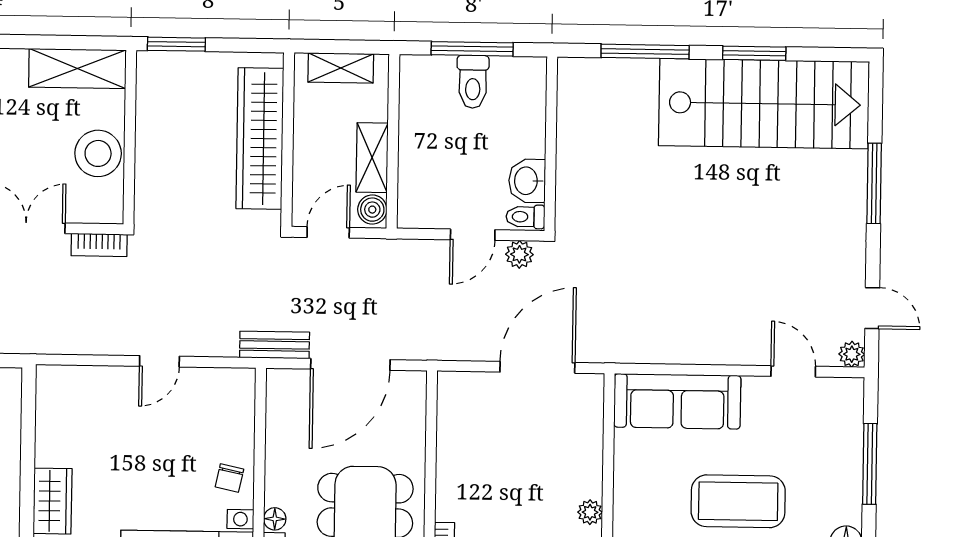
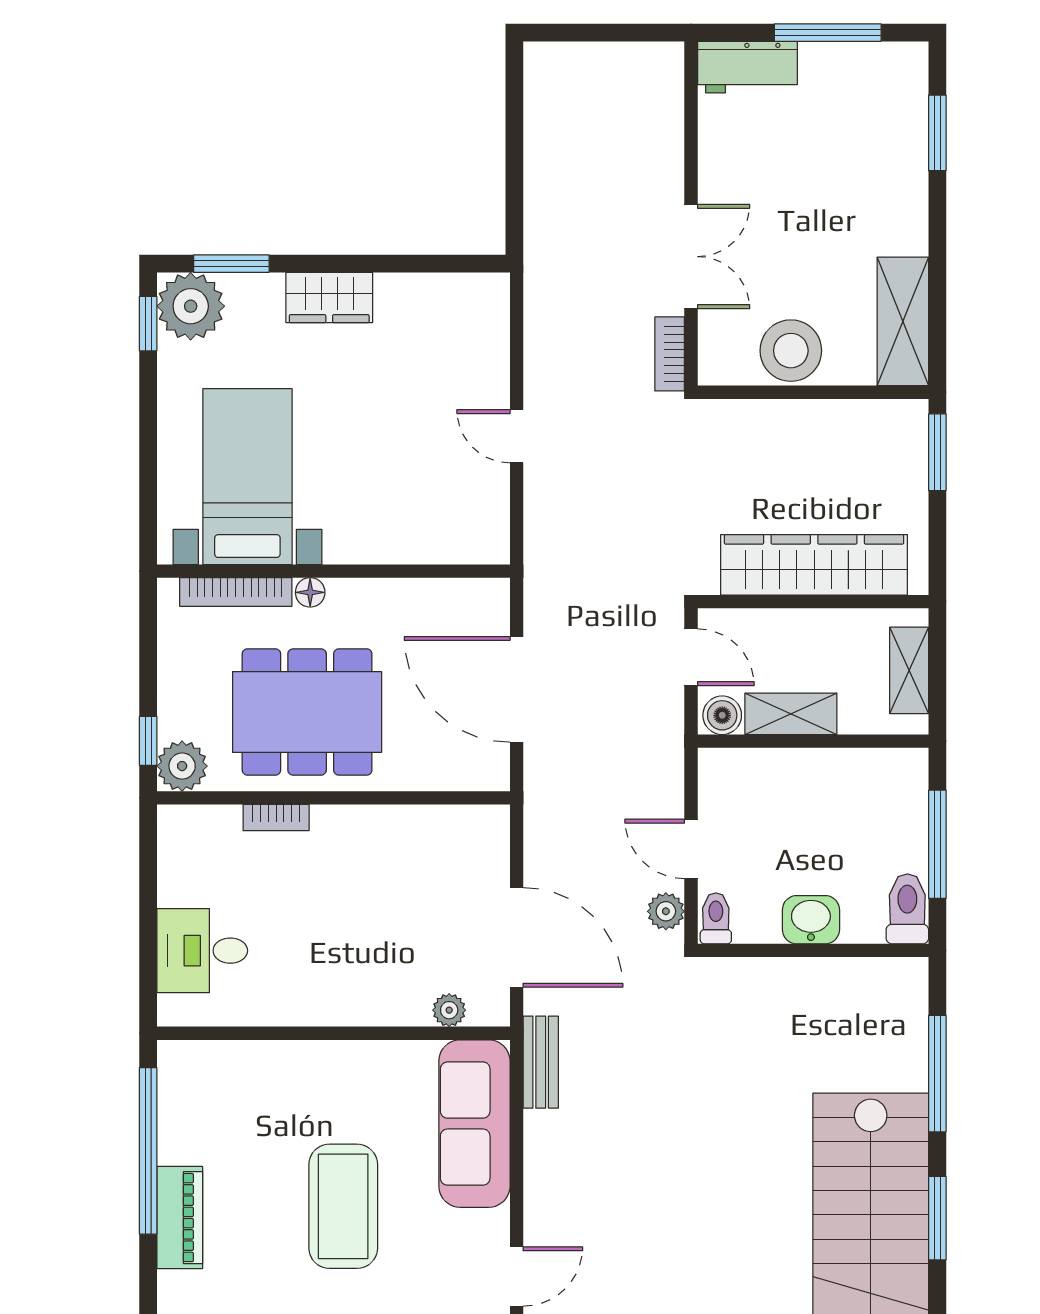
toilet: (473, 82) -> (907, 909), moved, turned 90
washbasin: (527, 181) -> (811, 920), moved
bench: (275, 345) -> (541, 1062), moved
chair: (229, 478) -> (363, 532), removed
plant: (590, 512) -> (449, 1010), moved

